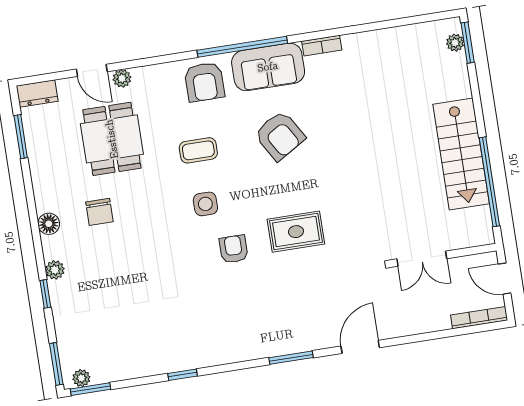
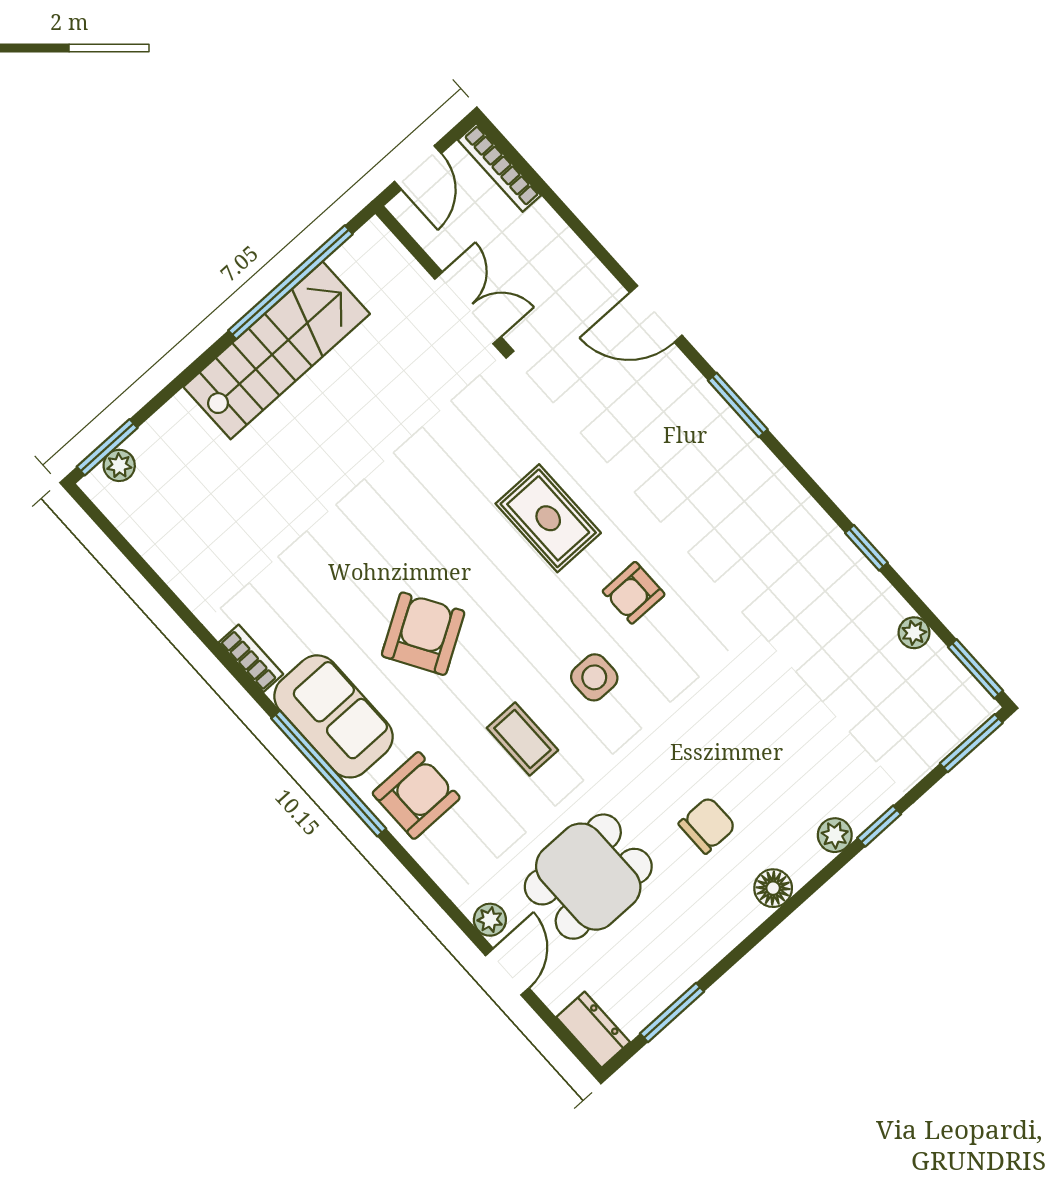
plant: (81, 378) -> (914, 633), moved

